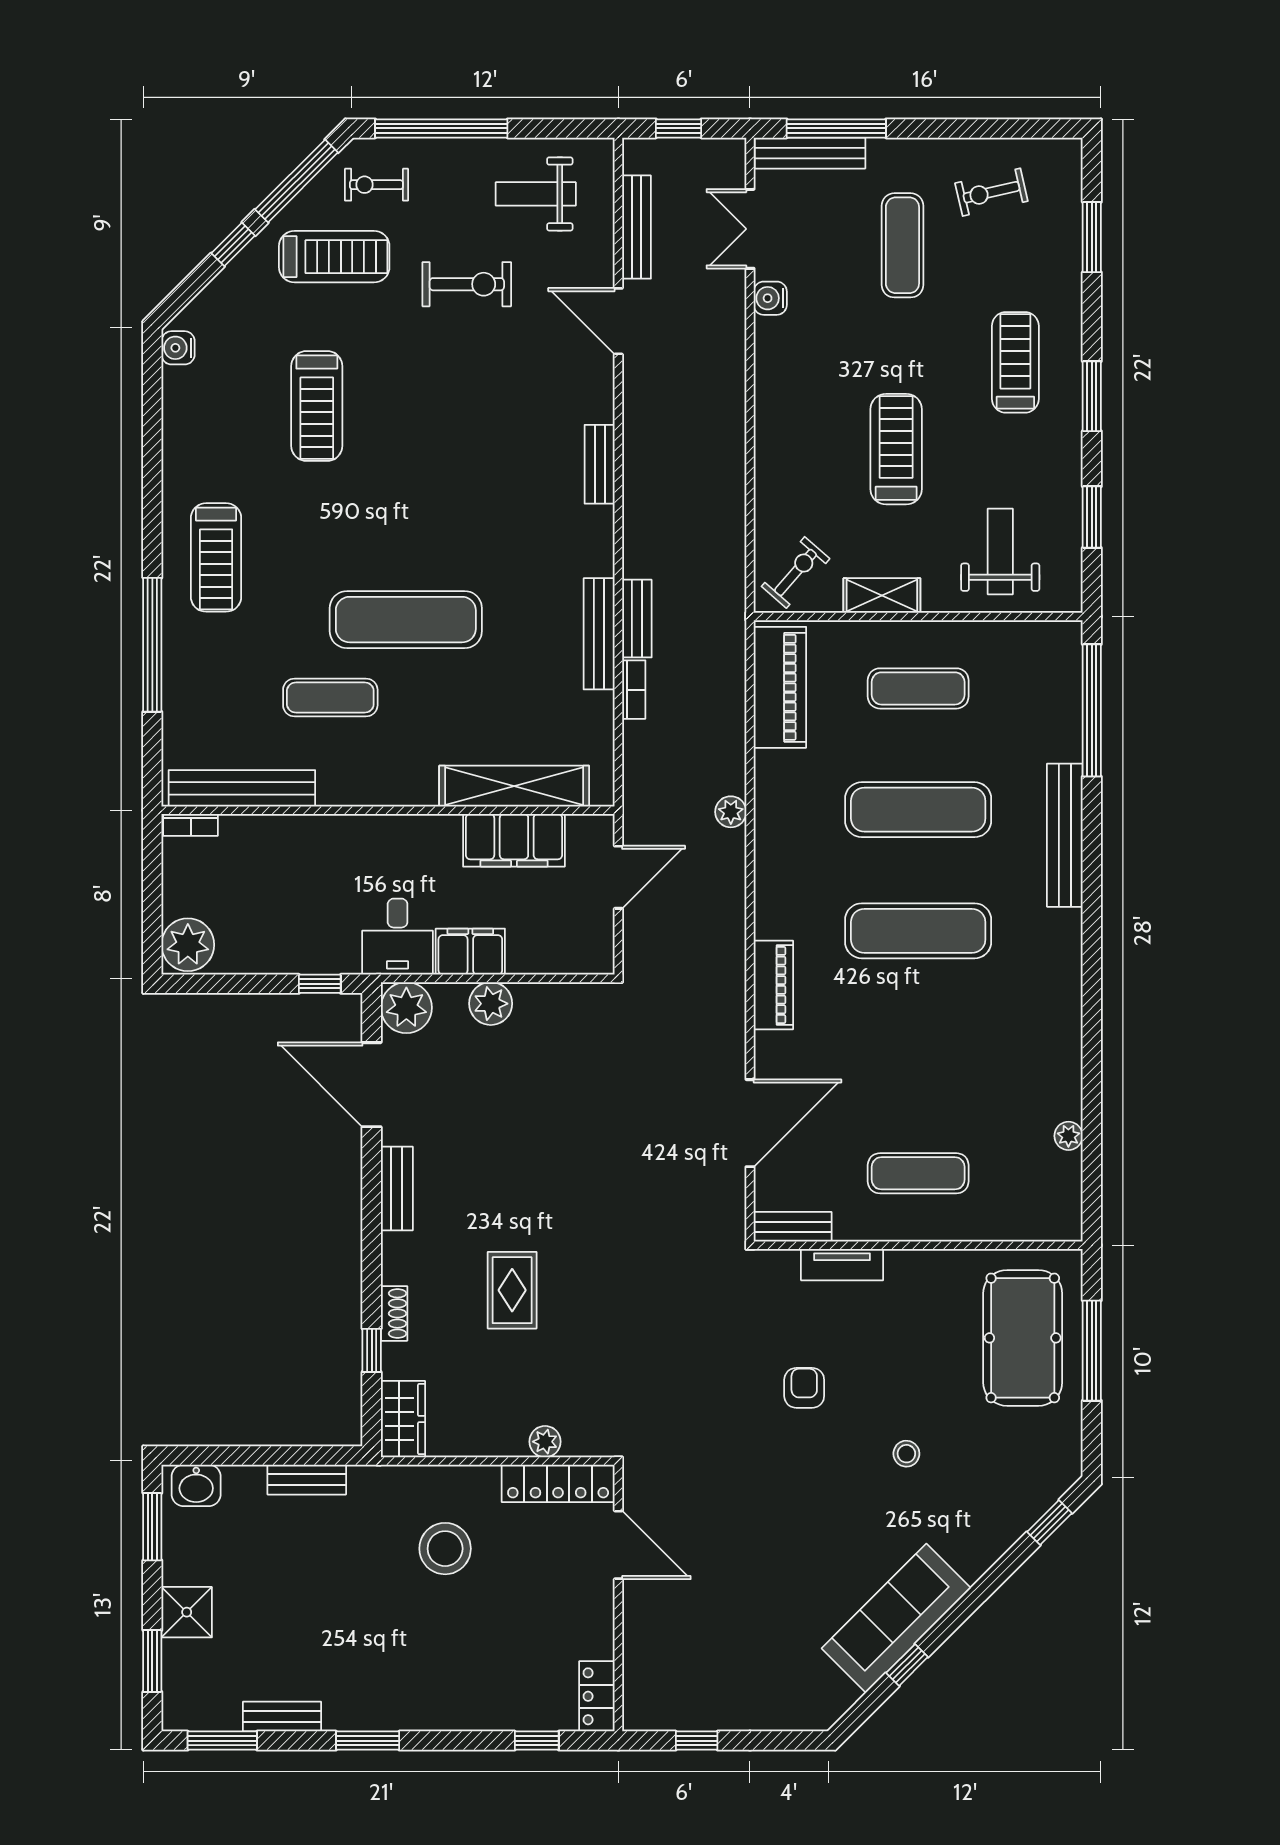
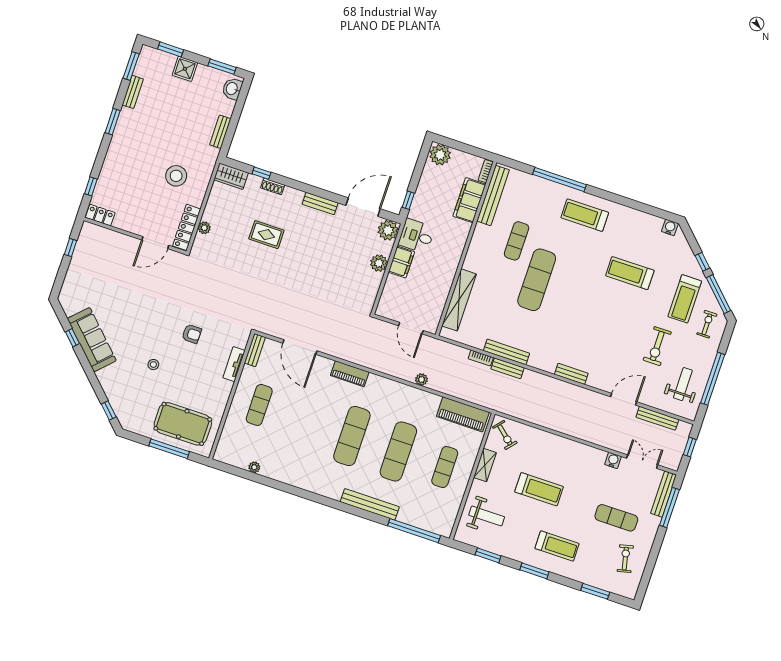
window: (441, 128) -> (713, 379), moved
filing cabinet: (514, 840) -> (469, 200), moved

